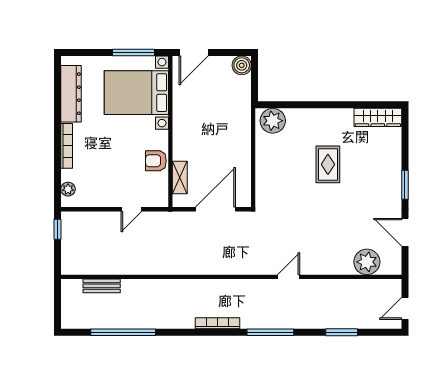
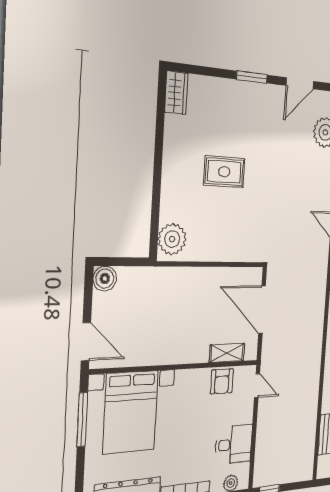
wardrobe: (378, 117) -> (176, 93), width x0.67
armchair: (156, 161) -> (222, 381), moved
desk: (101, 190) -> (234, 444), added
door: (131, 209) -> (257, 386), moved

